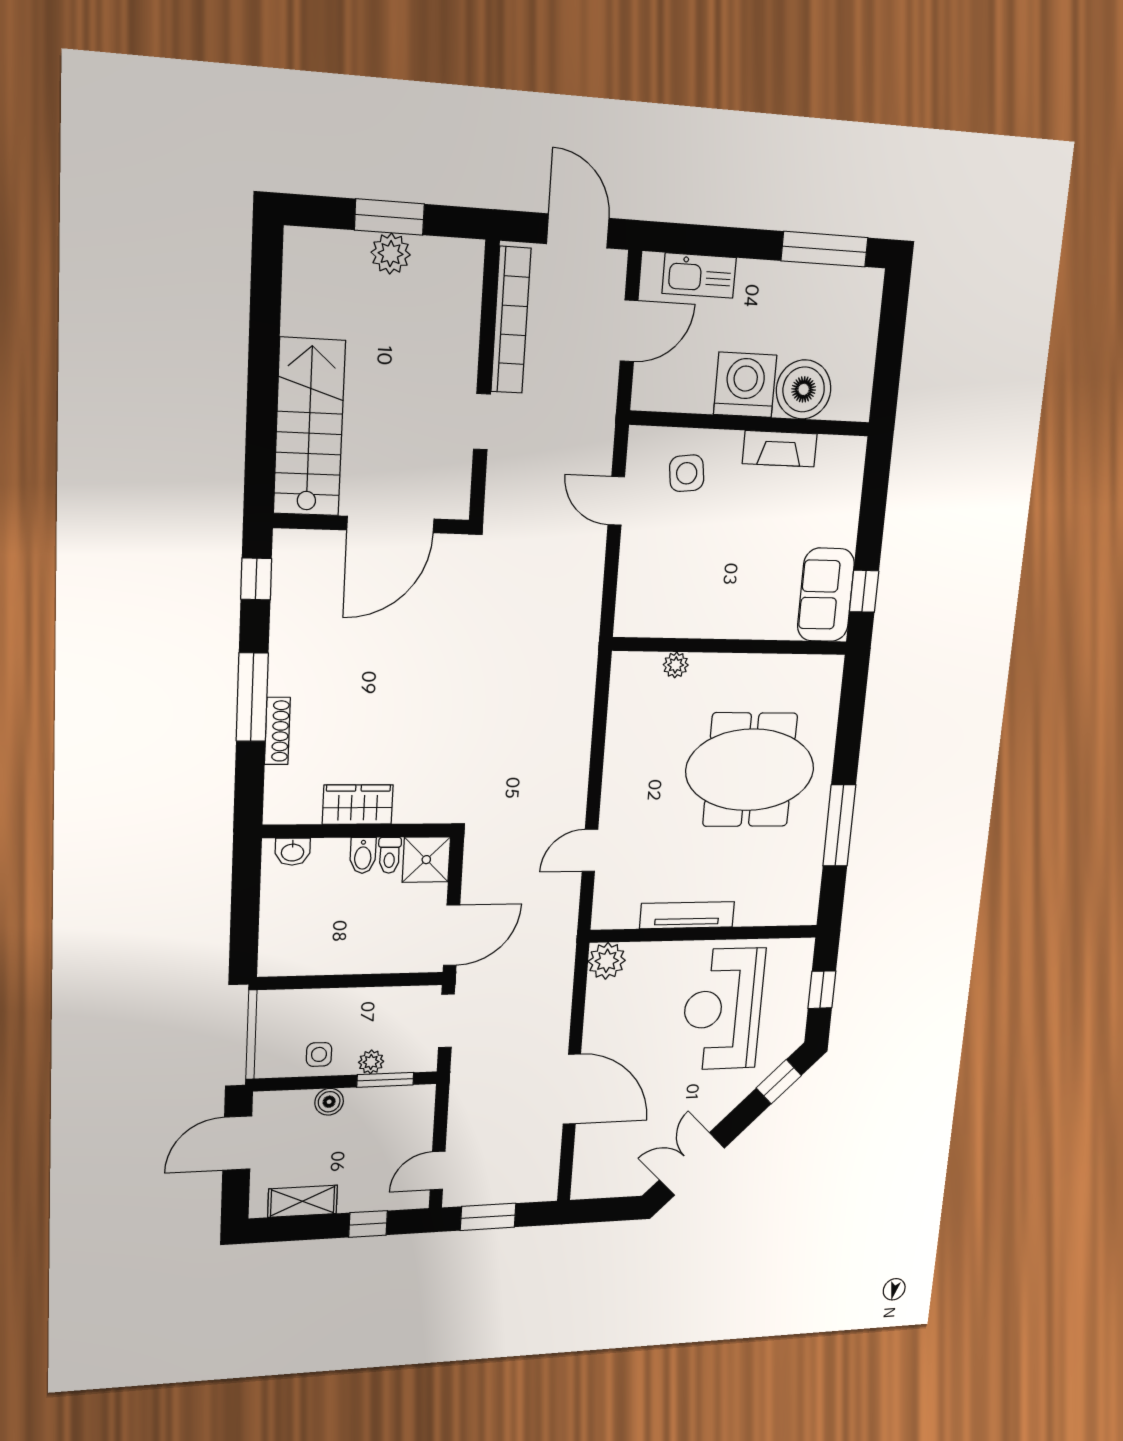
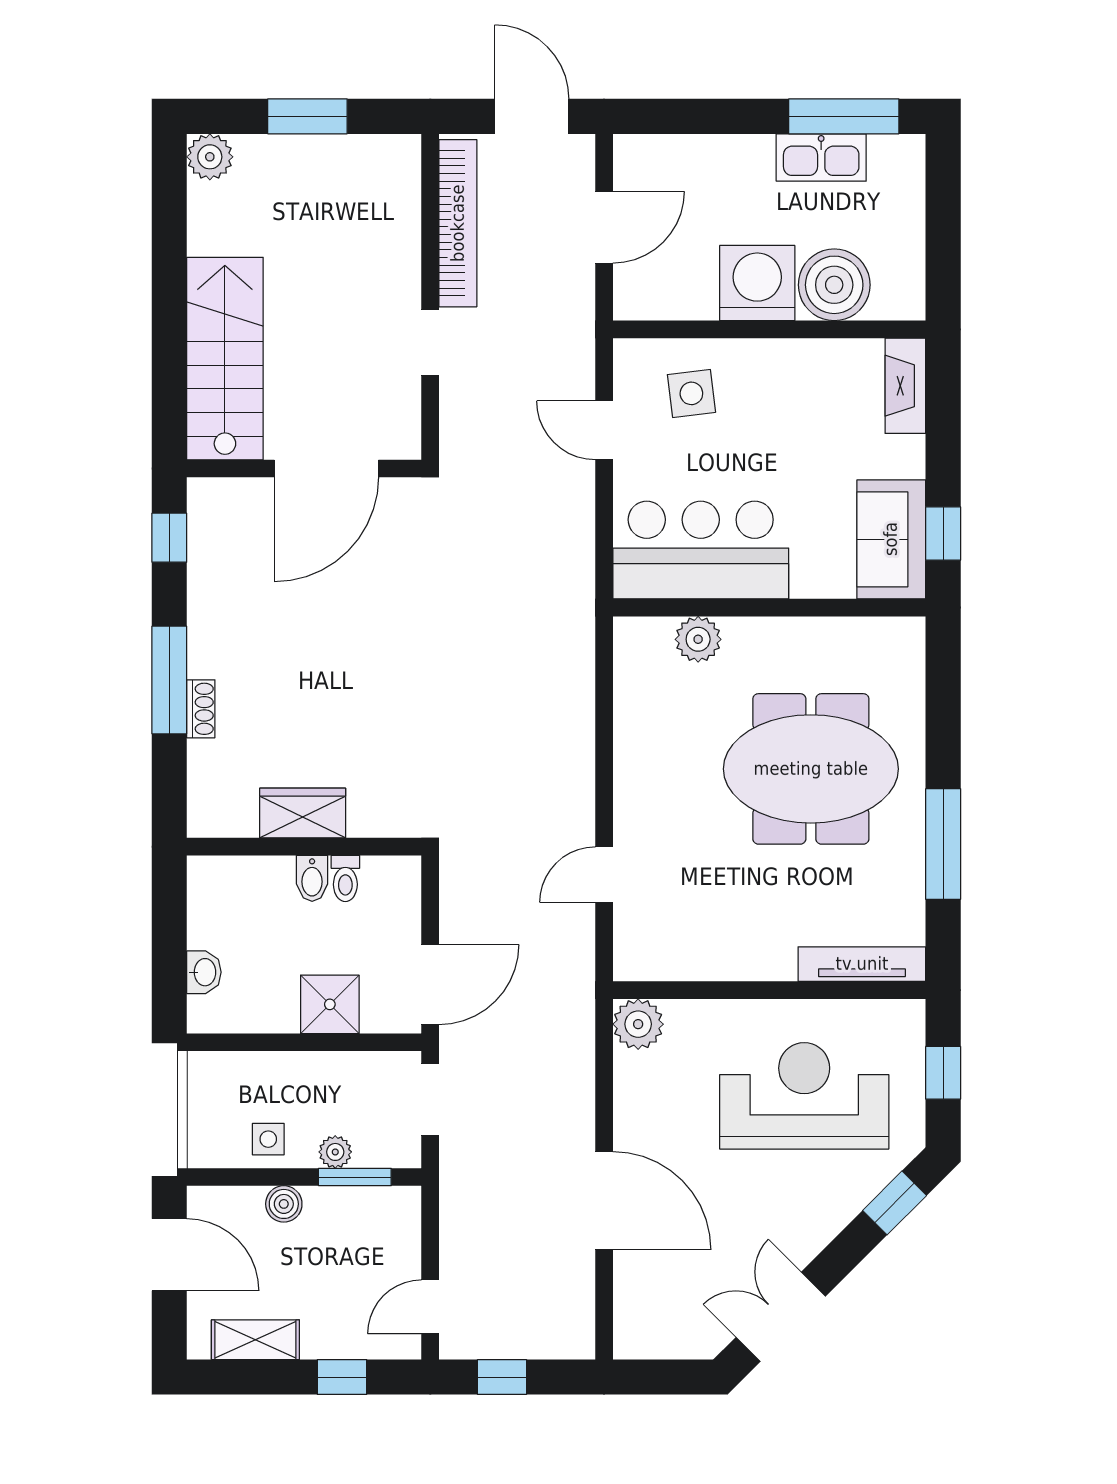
plant: (391, 254) -> (210, 157), moved
kitchen sink: (699, 276) -> (821, 157), moved
fireplace: (780, 449) -> (905, 386), moved, turned 90
bar counter: (683, 600) -> (701, 550), added
plant: (676, 665) -> (698, 639), width x1.38, depth x1.38
shoe rack: (277, 731) -> (201, 709), width x0.70
washbasin: (293, 852) -> (204, 972), moved, turned -90
shower: (426, 860) -> (330, 1004), moved
tv unit: (687, 915) -> (862, 964), moved
reception desk: (723, 1009) -> (804, 1096), turned 90
door: (237, 1143) -> (169, 1255), swing flipped
window: (488, 1217) -> (502, 1377), width x0.67

